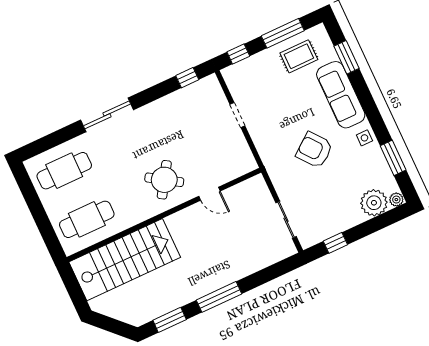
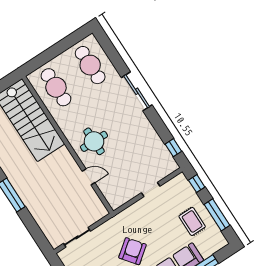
rug: (299, 56) -> (192, 221), moved
round table: (164, 180) -> (94, 141), turned -33
door: (210, 194) -> (88, 177), swing flipped

